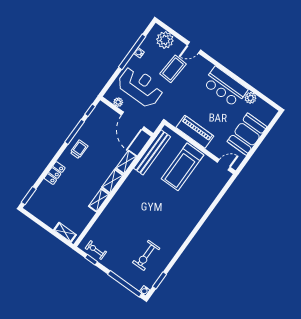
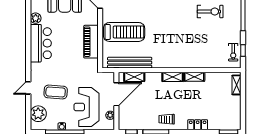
door: (194, 47) -> (28, 88), swing flipped
shelving: (126, 162) -> (134, 77), moved

